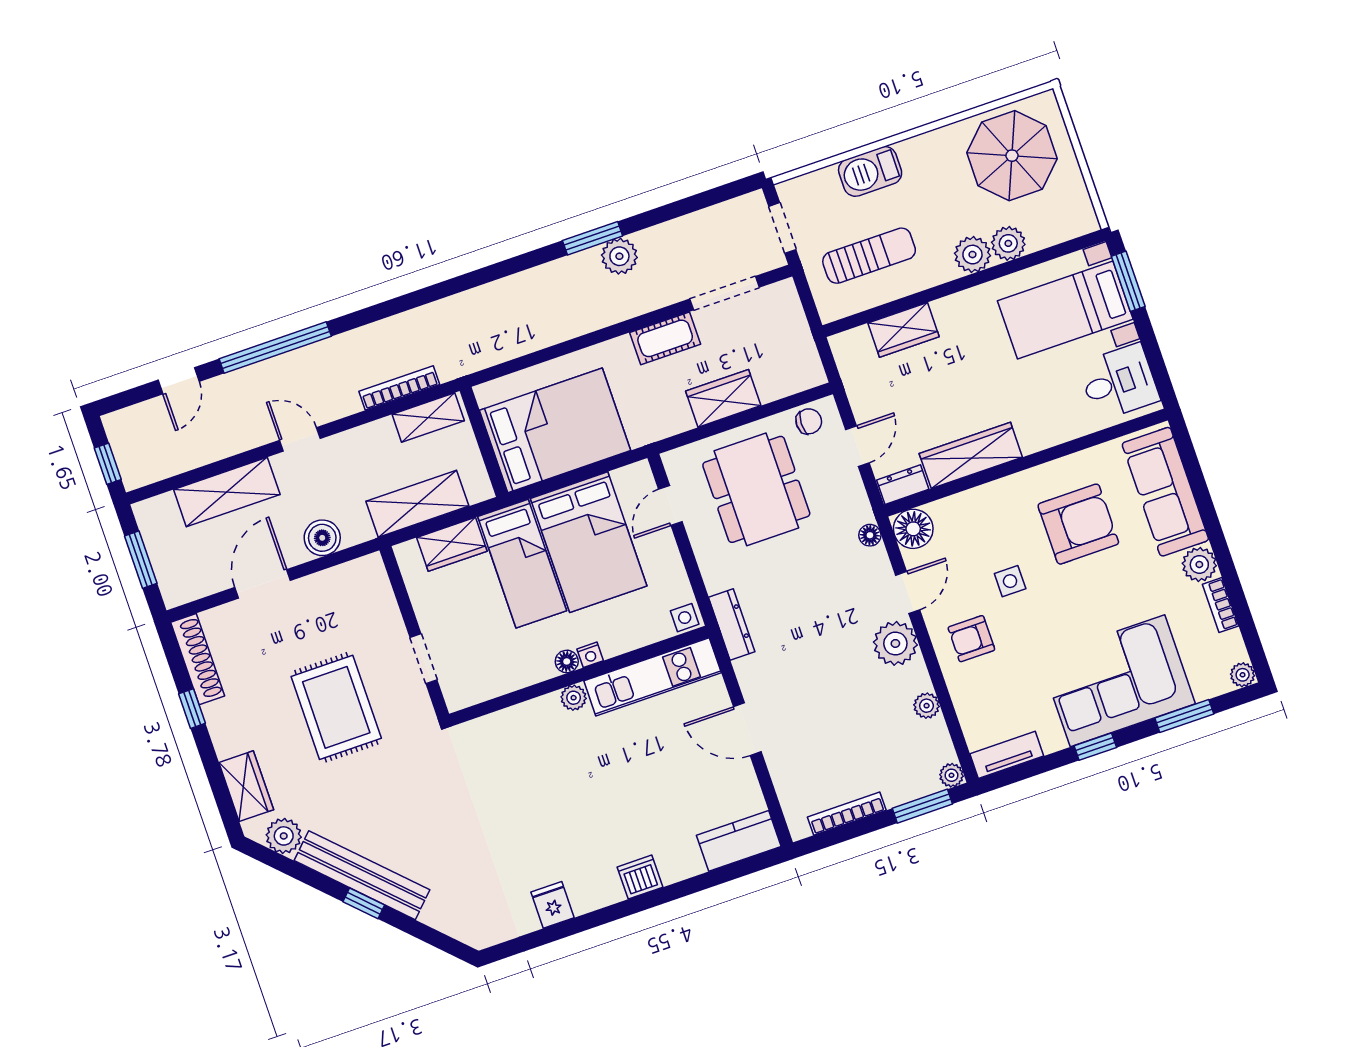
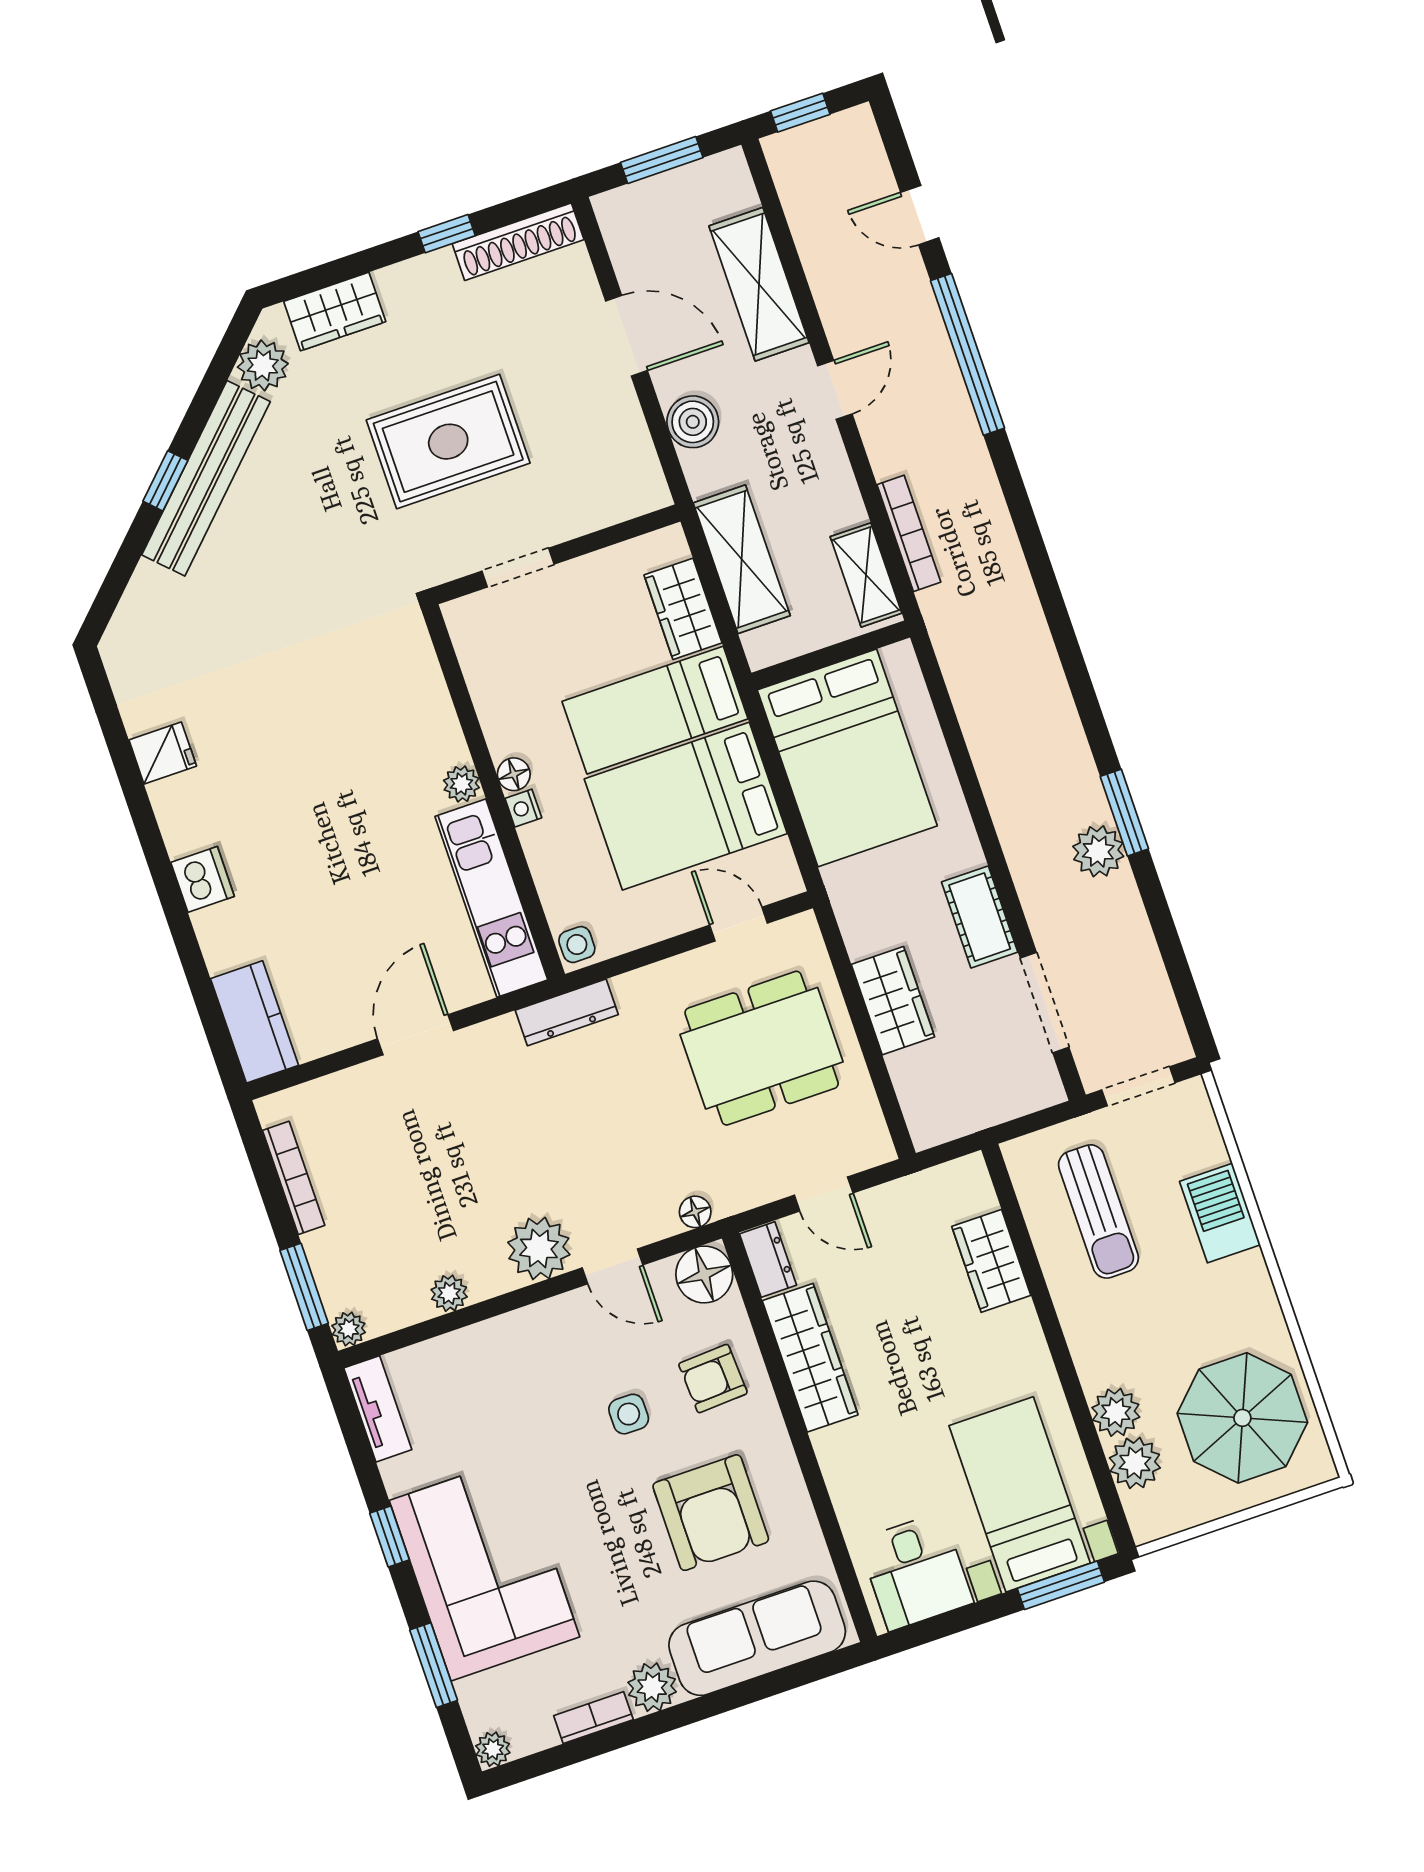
plant: (972, 255) -> (1135, 1463), moved
chair: (809, 421) -> (860, 1124), removed
armchair: (971, 639) -> (713, 1379), moved, turned -93

